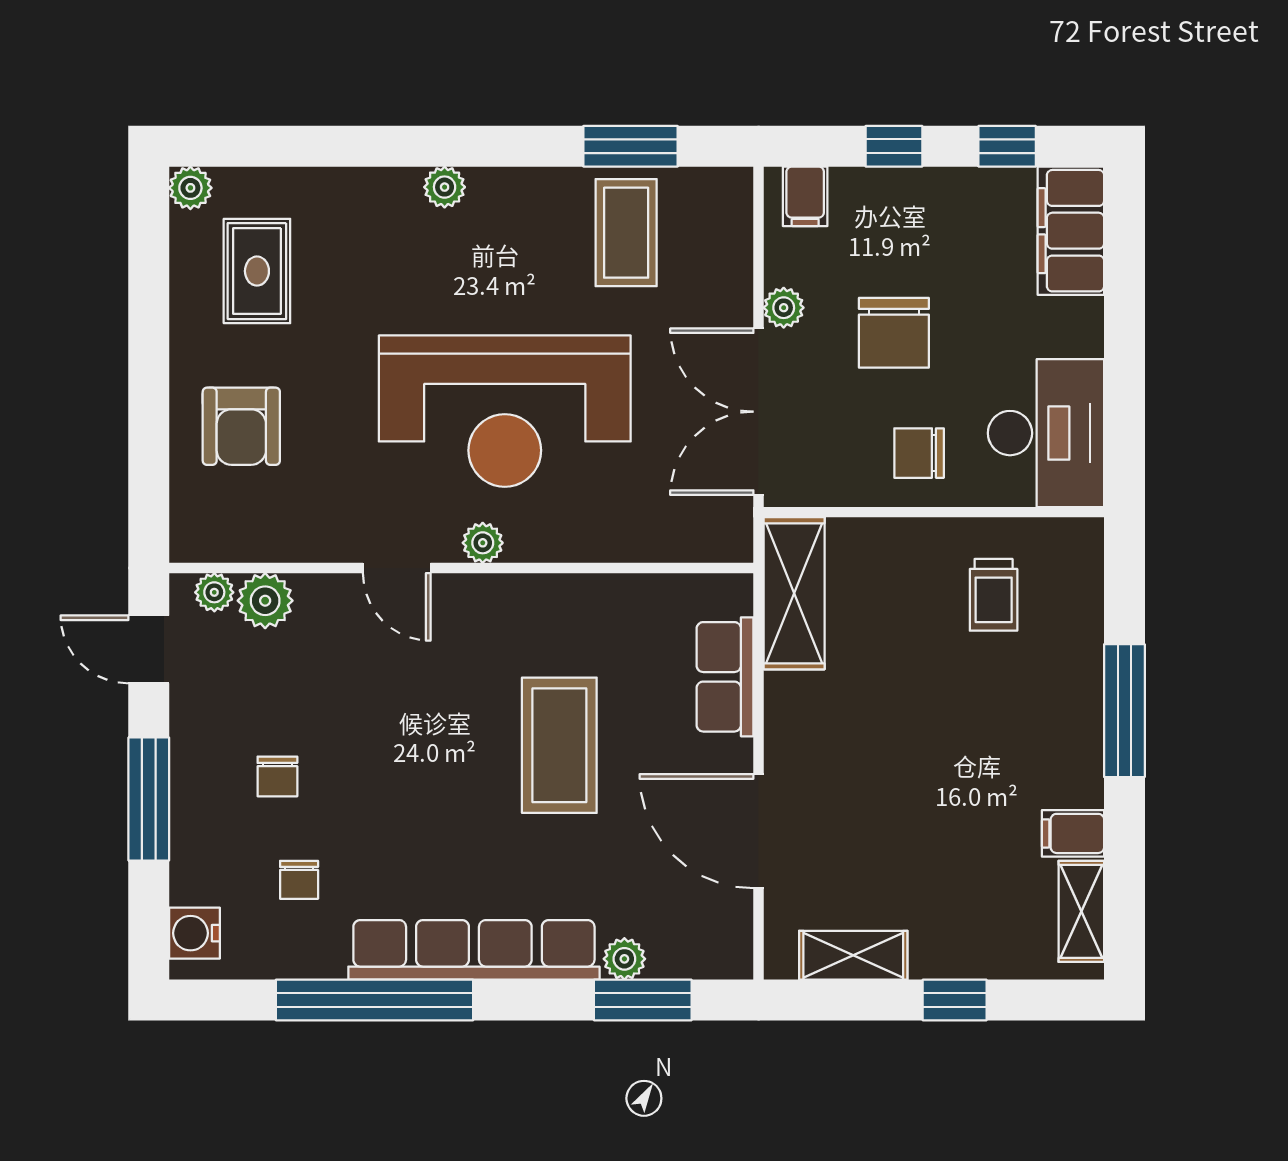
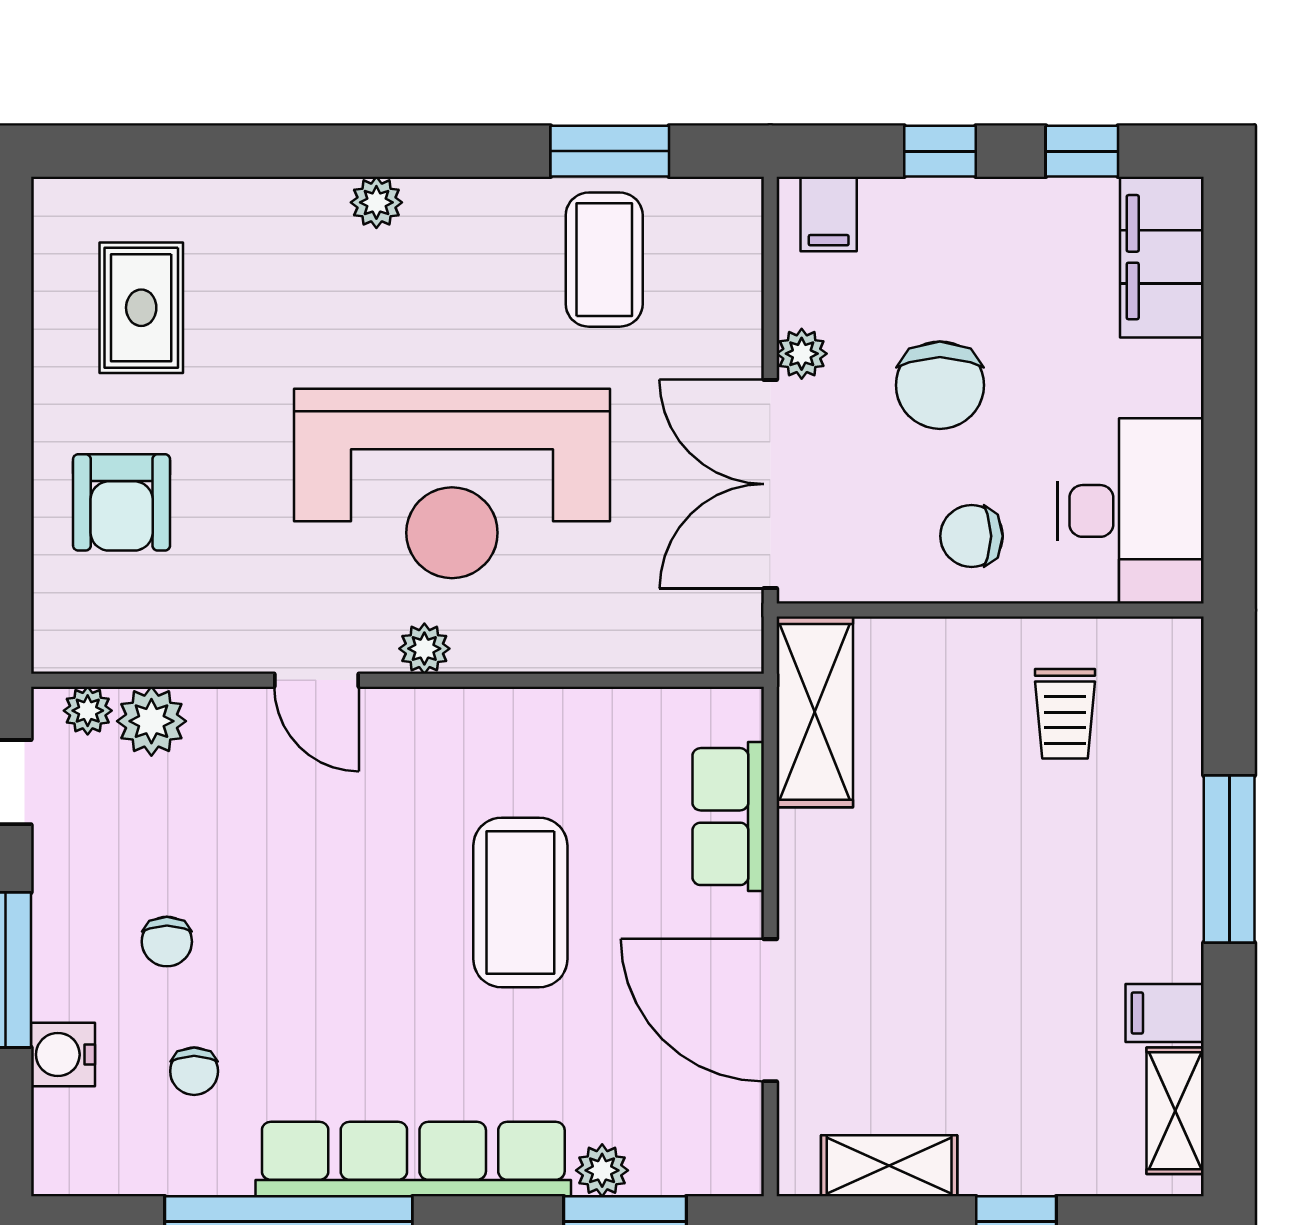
plant: (190, 188) -> (58, 203), removed
water cooler: (195, 933) -> (63, 1055), moved

